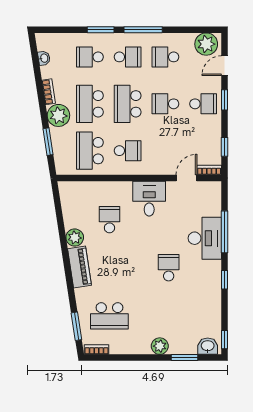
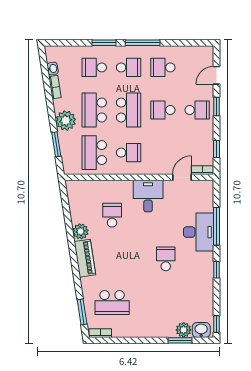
plant: (206, 44) -> (200, 56), removed
bookcase: (49, 92) -> (55, 87), moved
school desk: (128, 104) -> (129, 110), turned 180
plant: (160, 346) -> (184, 330), moved

